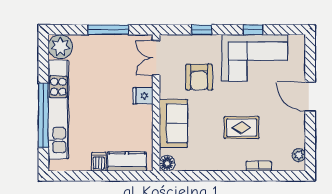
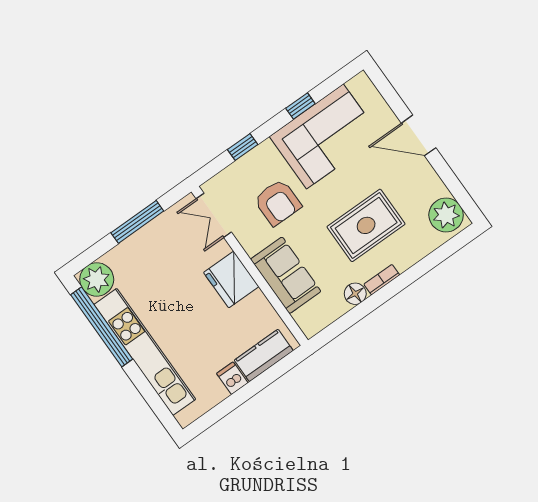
fridge: (143, 96) -> (231, 280), width x1.88, depth x1.34
window: (43, 115) -> (102, 327), moved
rug: (242, 128) -> (366, 225), width x1.36, depth x1.43
plant: (299, 155) -> (446, 215), width x1.87, depth x1.87
floor lamp: (167, 163) -> (355, 294), moved
bookcase: (259, 166) -> (382, 280), moved

